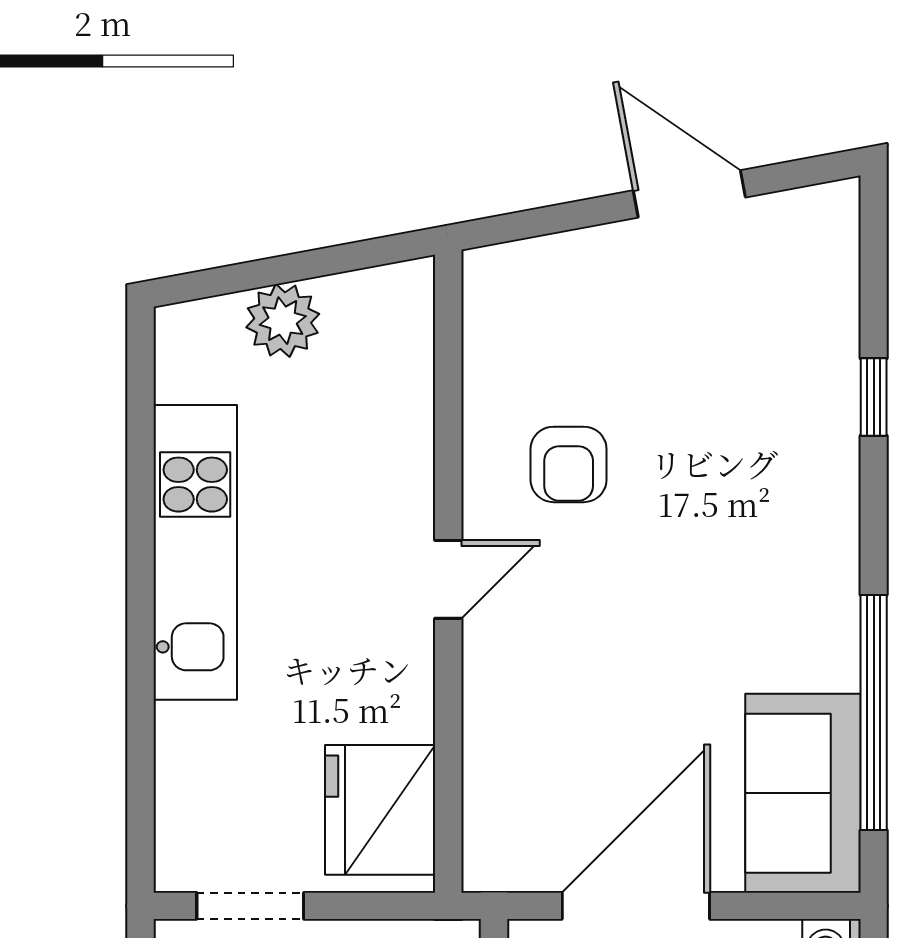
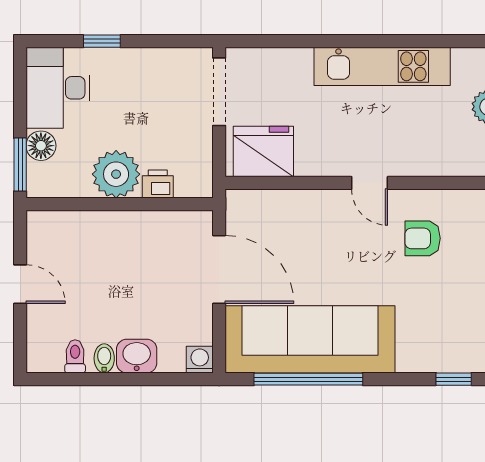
sofa: (803, 793) -> (310, 339), width x1.85, depth x1.27
doorway: (250, 906) -> (219, 92), width x1.38

